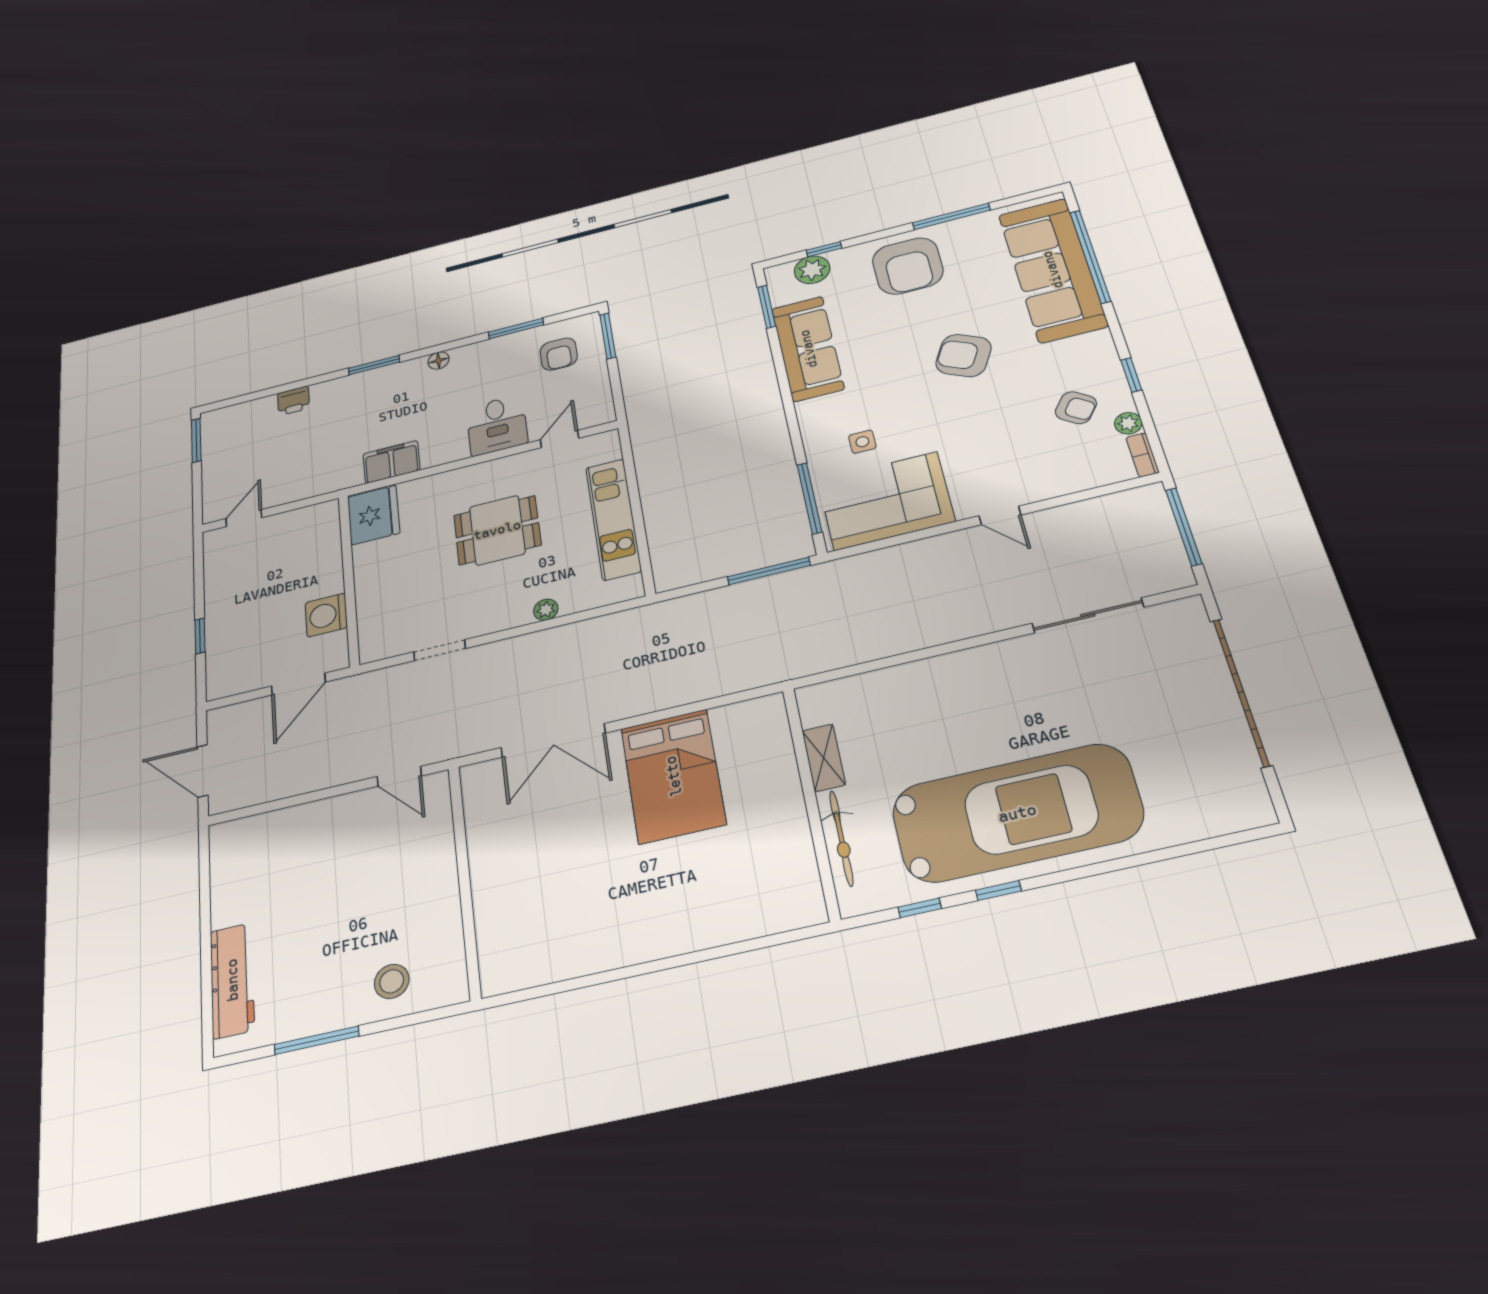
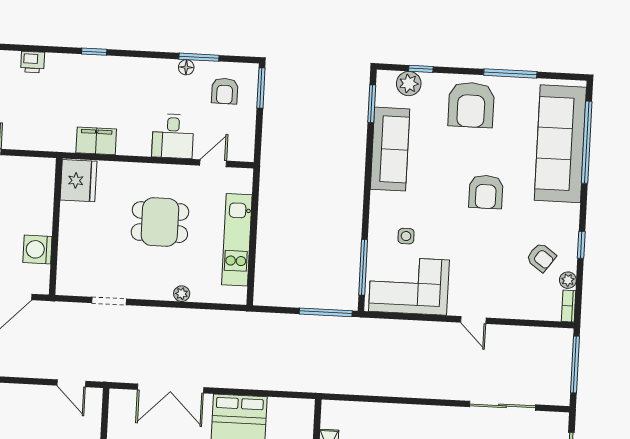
armchair: (964, 356) -> (486, 192), turned -117
floor lamp: (439, 361) -> (186, 67), moved
window: (374, 365) -> (94, 52), width x0.67

